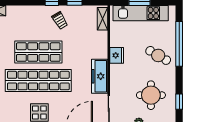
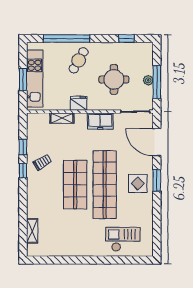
shelving: (102, 19) -> (62, 118), moved
freezer: (100, 76) -> (100, 121), width x0.71
round table: (151, 95) -> (114, 79), moved

